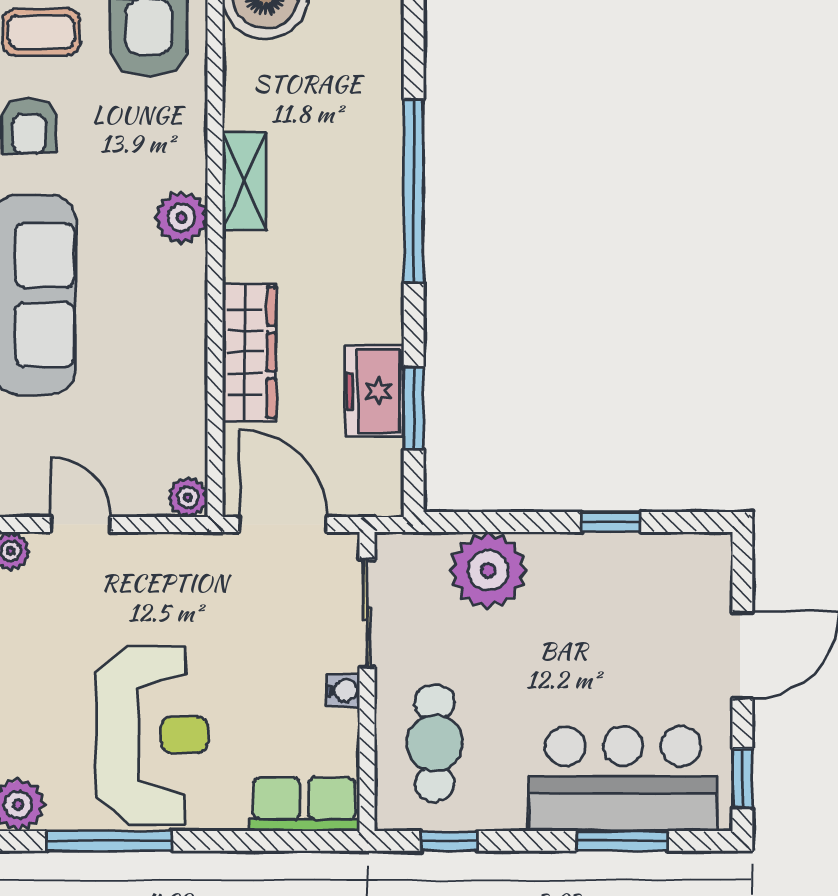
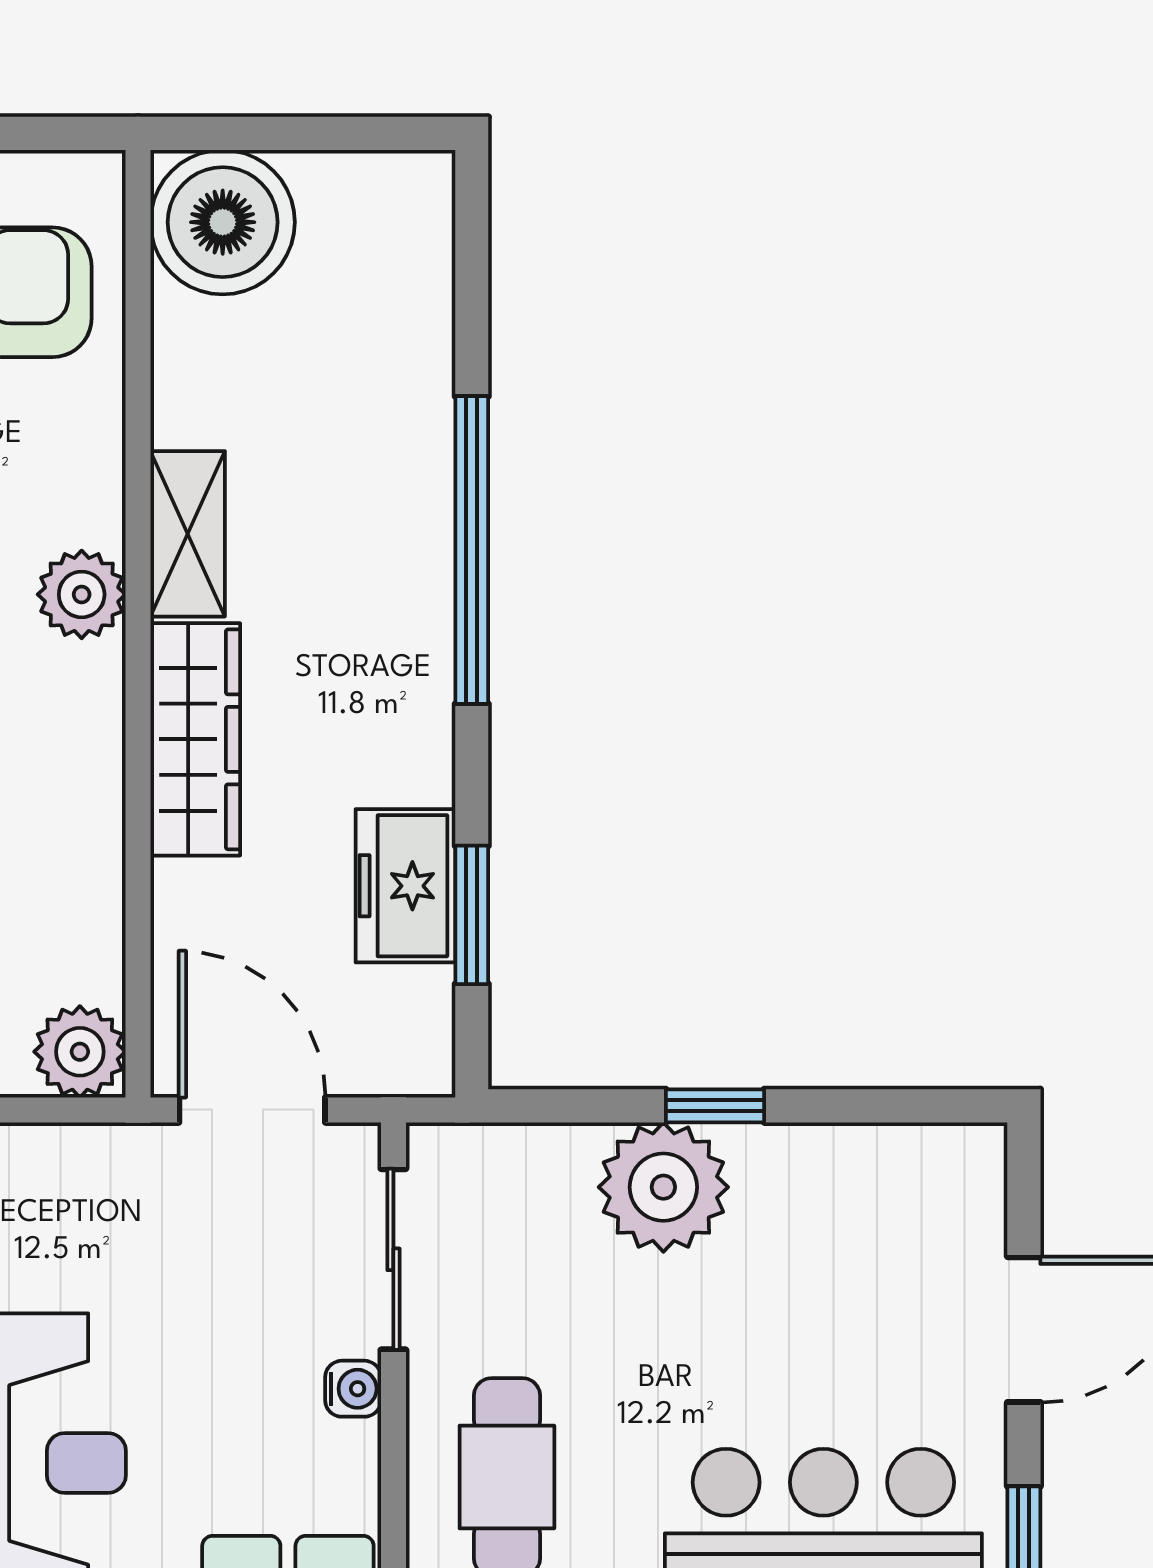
wardrobe: (249, 352) -> (195, 739), moved
plant: (188, 497) -> (80, 1052), width x1.38, depth x1.38
window: (611, 522) -> (715, 1106), moved
plant: (488, 570) -> (663, 1187), moved

